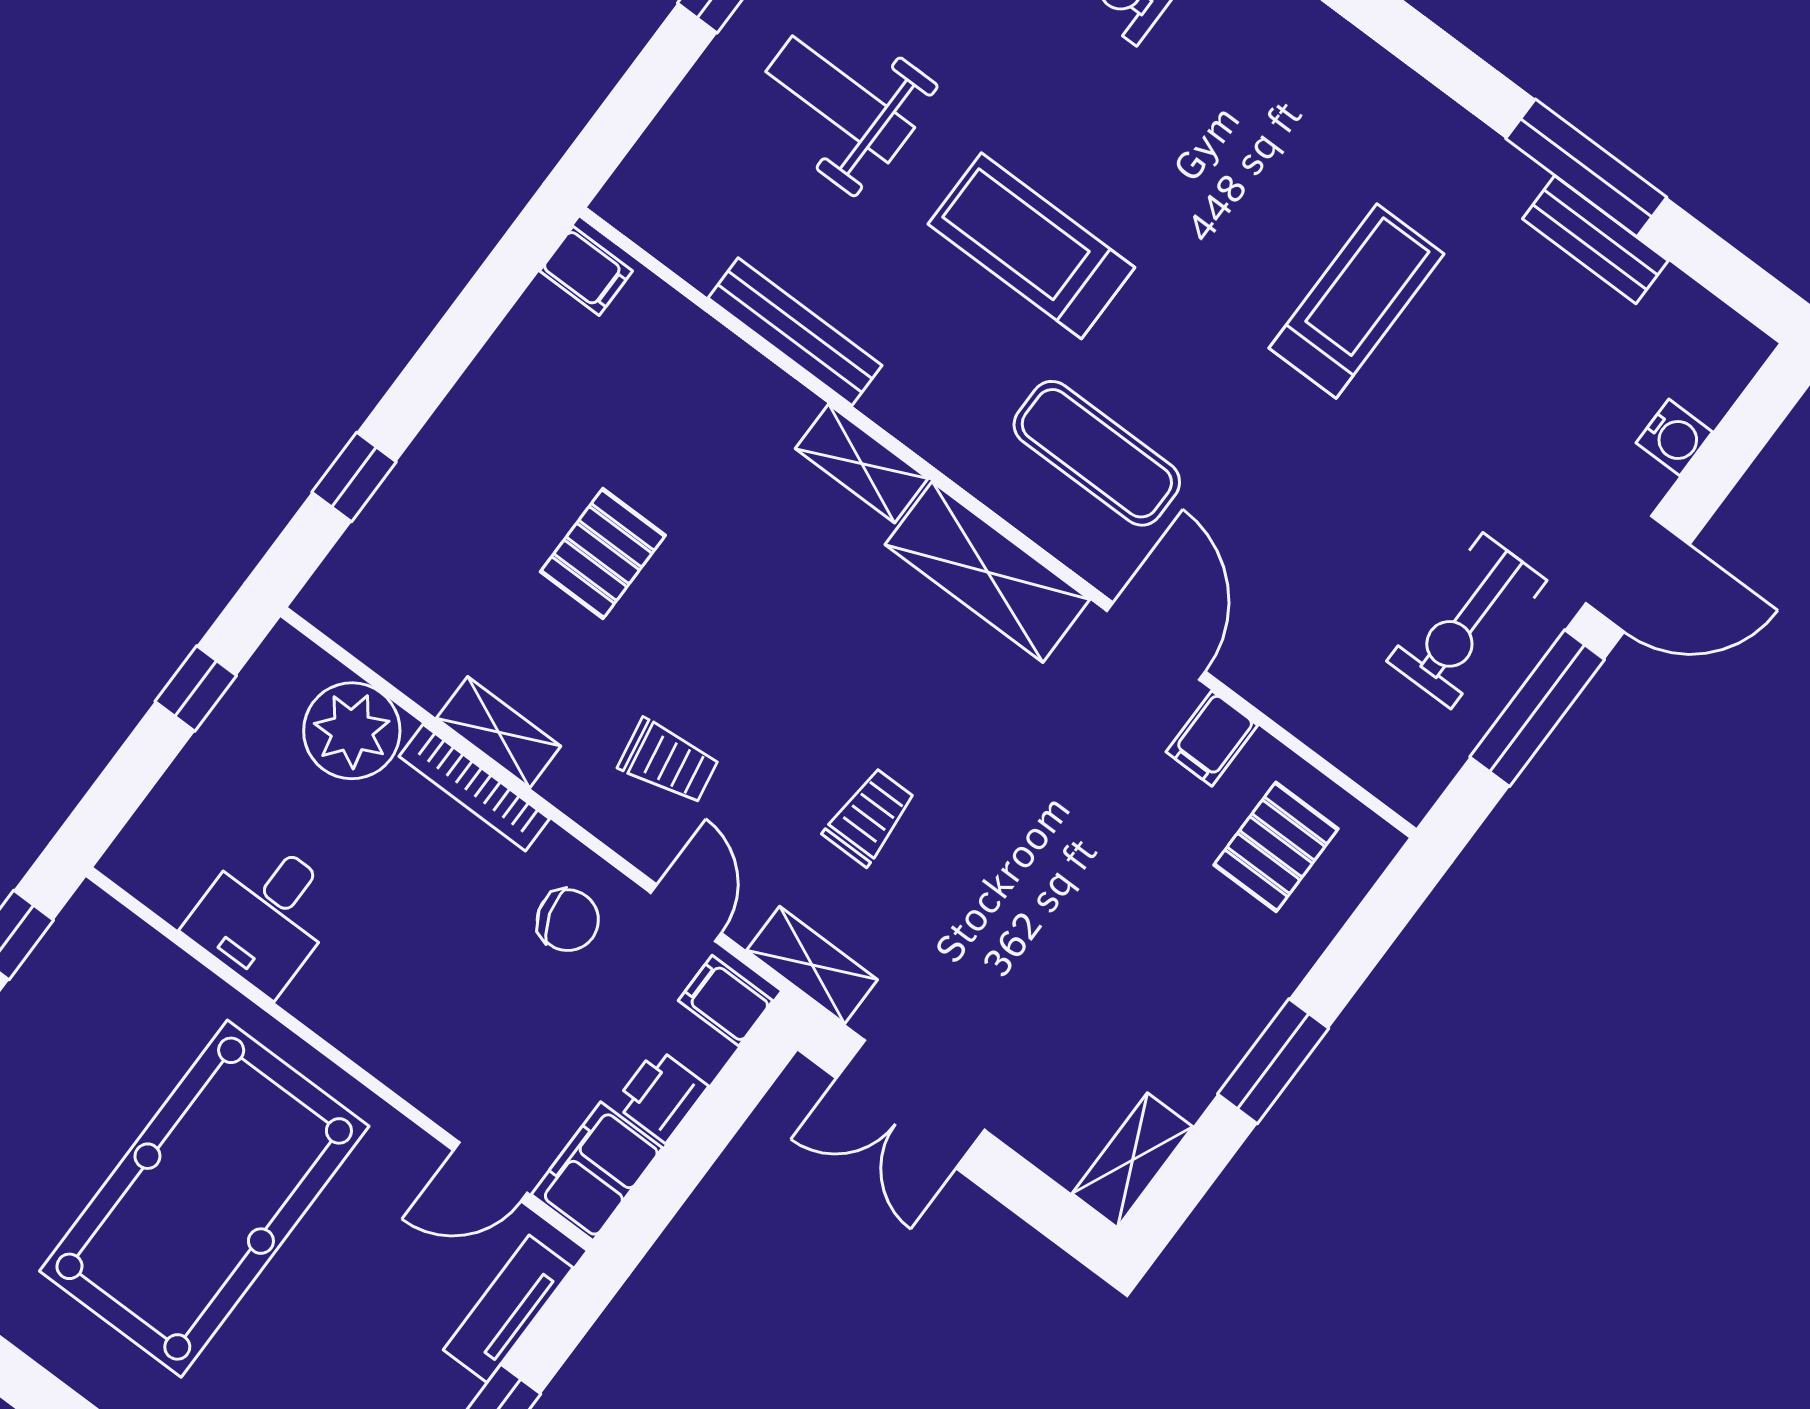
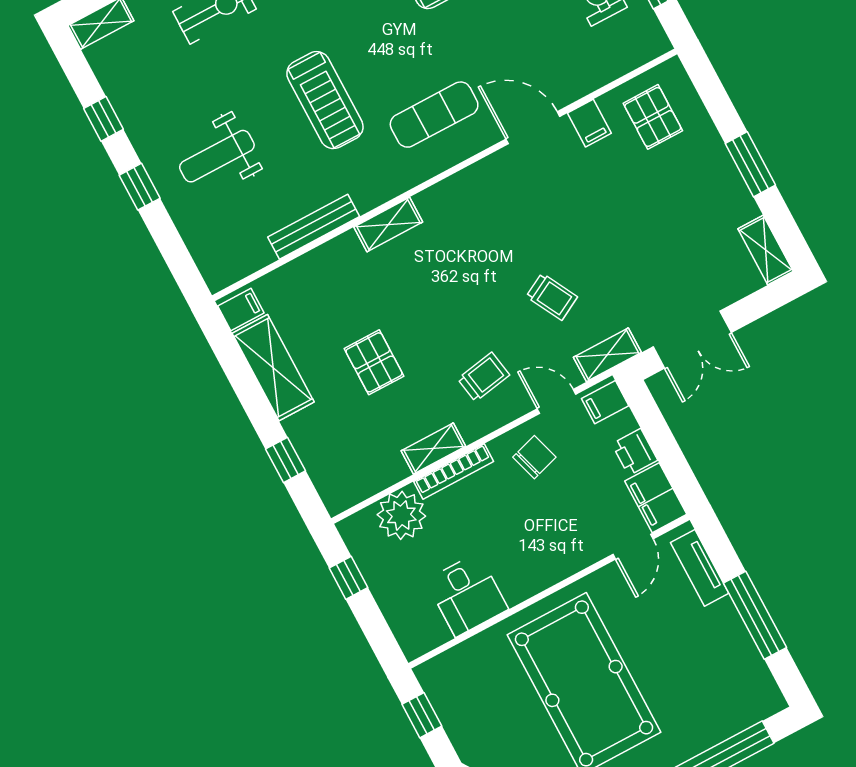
treadmill: (1031, 246) -> (325, 100), turned -90
shelving: (987, 572) -> (273, 368), moved, turned 90
trolley: (870, 817) -> (552, 297), turned 152

